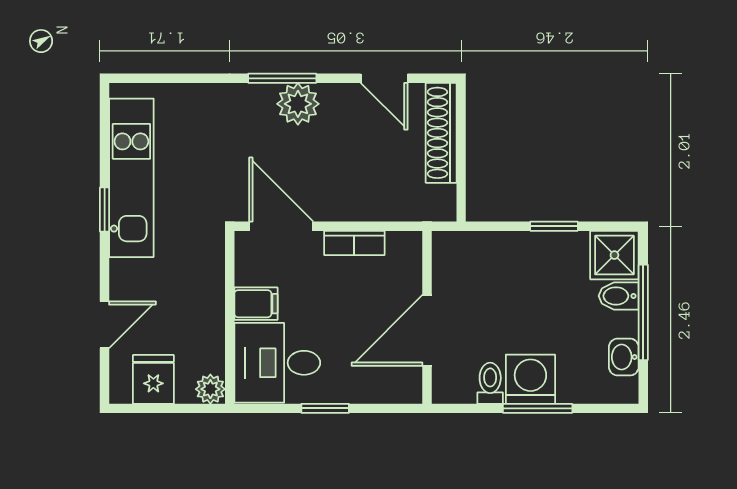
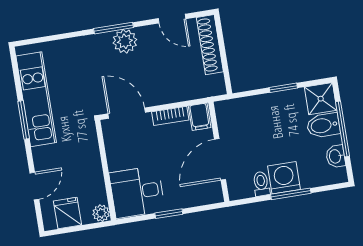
window: (105, 210) -> (24, 120), width x1.50
bidet: (619, 296) -> (323, 125), width x1.38, depth x1.36
filing cabinet: (256, 304) -> (200, 117), moved, turned 90

